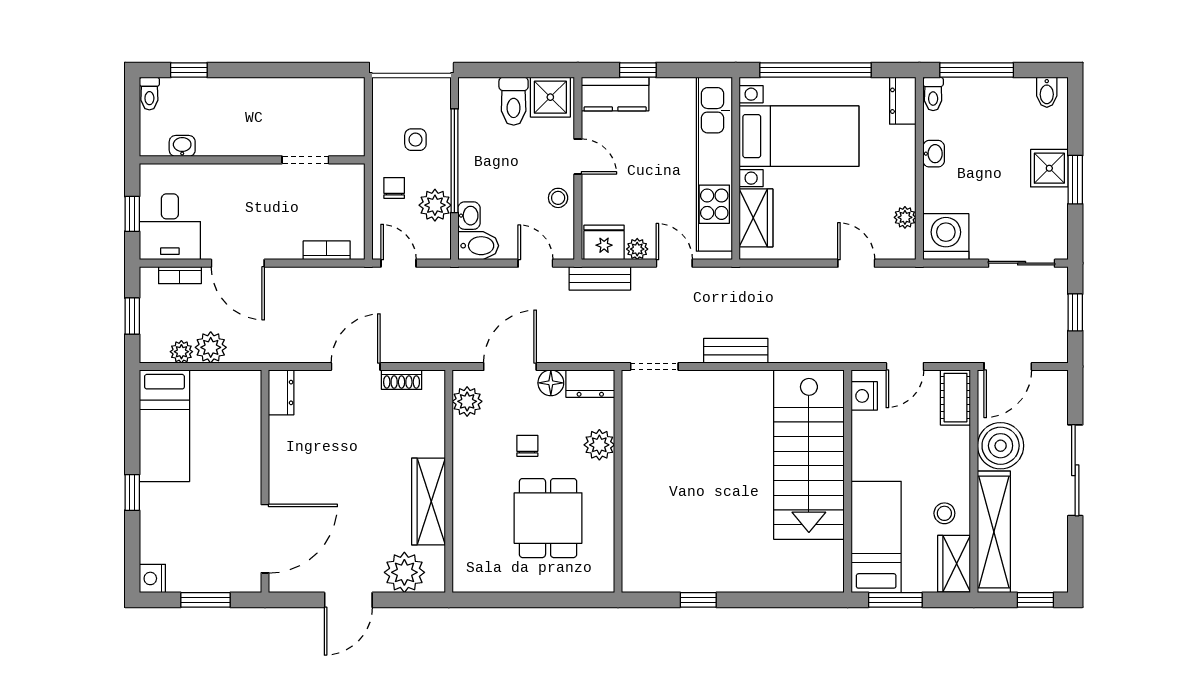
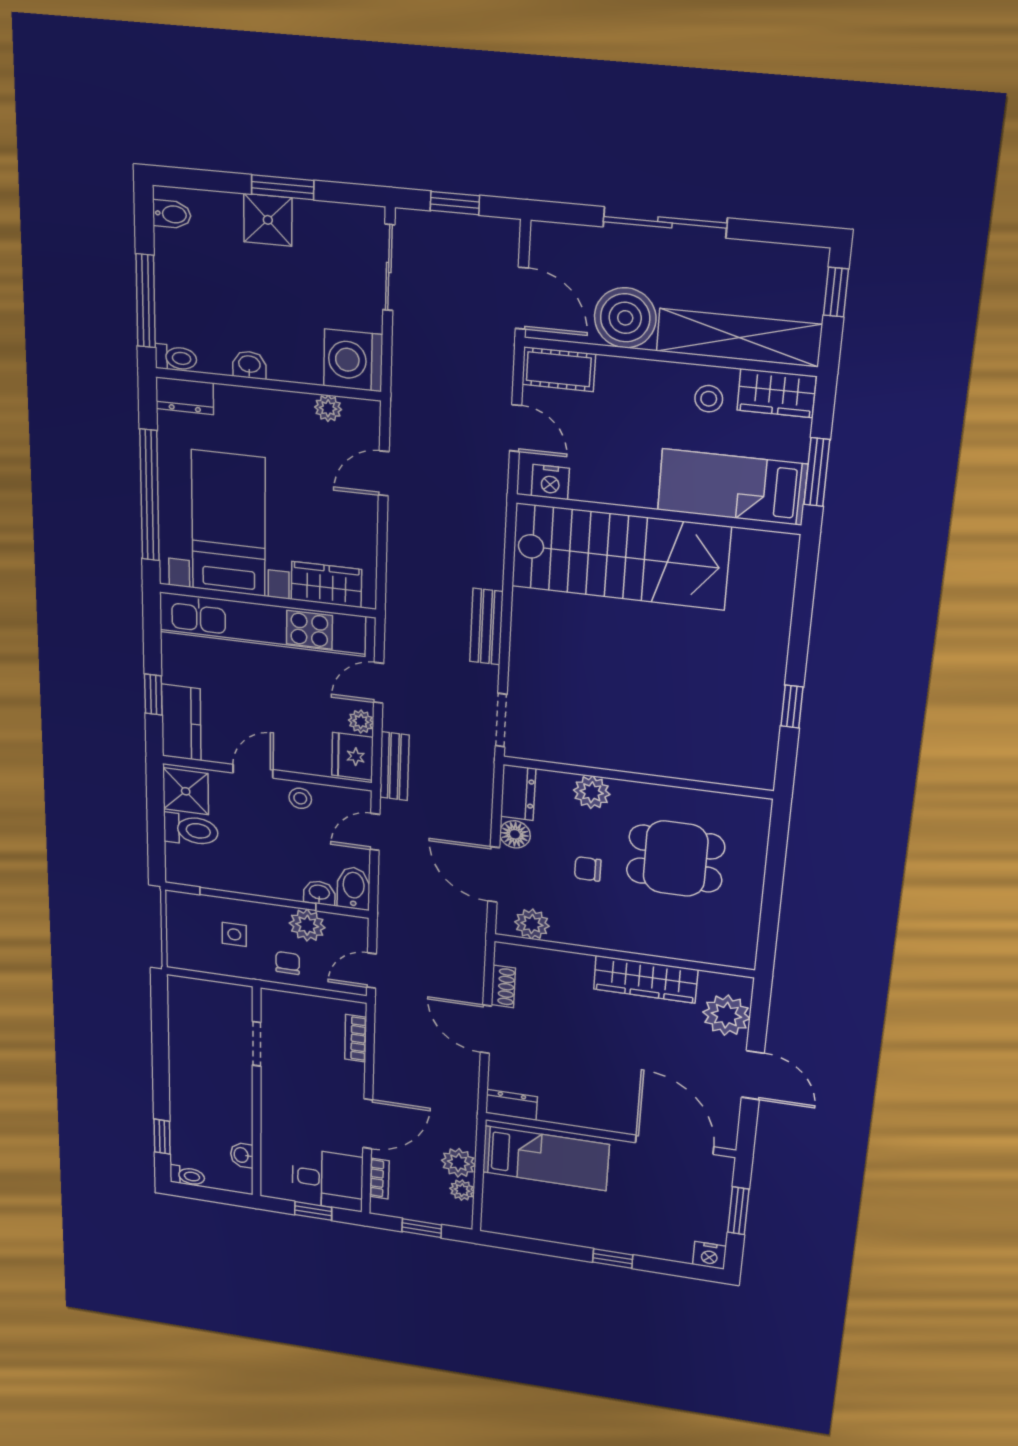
chair: (394, 188) -> (288, 963), turned 90
bed: (164, 426) -> (546, 1158), moved

